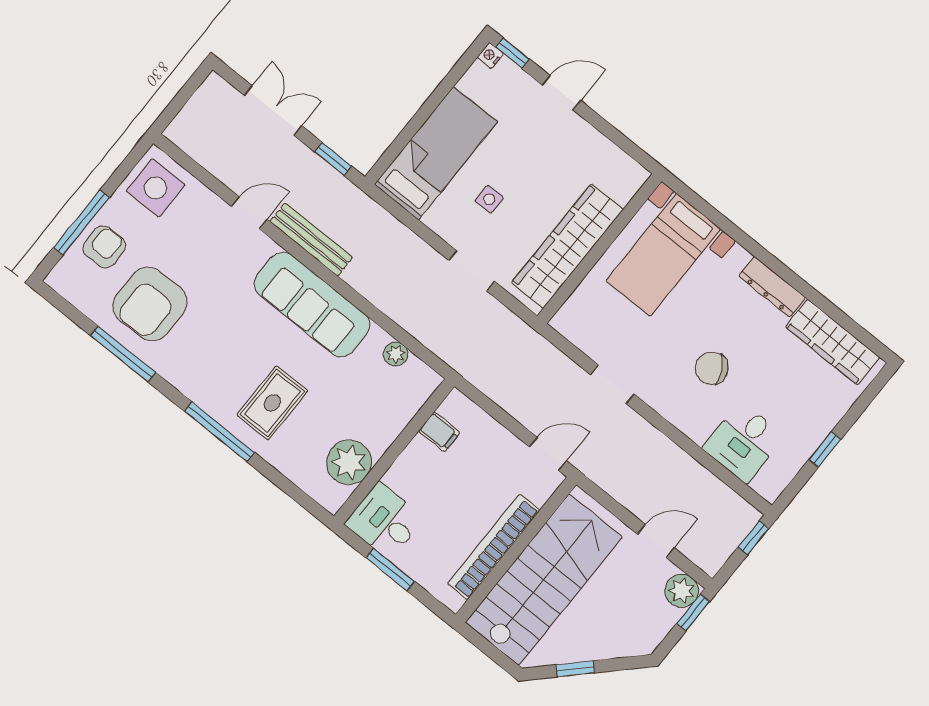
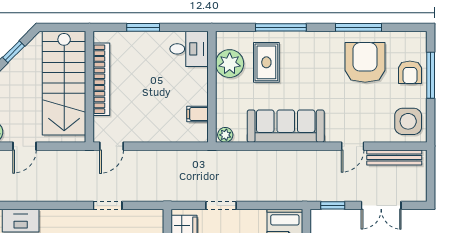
bench: (311, 240) -> (394, 157), moved
filing cabinet: (439, 432) -> (198, 114), moved
wall: (394, 451) -> (212, 87), moved
plant: (349, 462) -> (230, 64), moved
desk: (385, 521) -> (189, 49), moved

